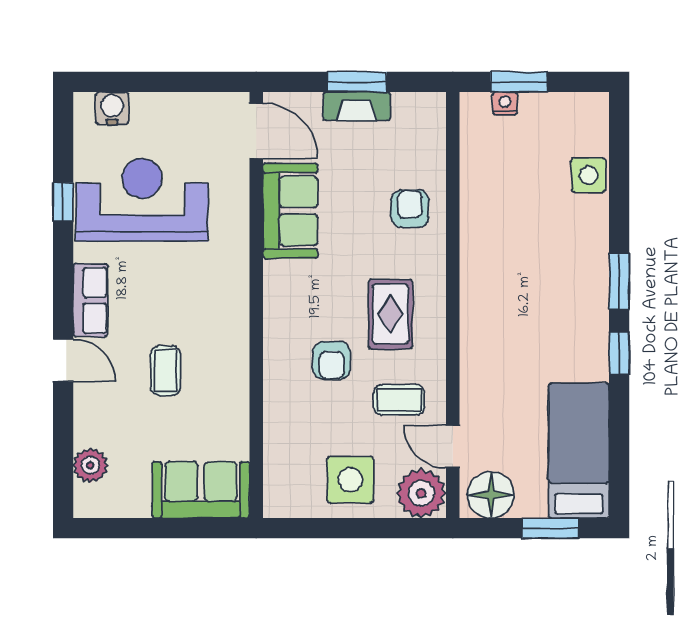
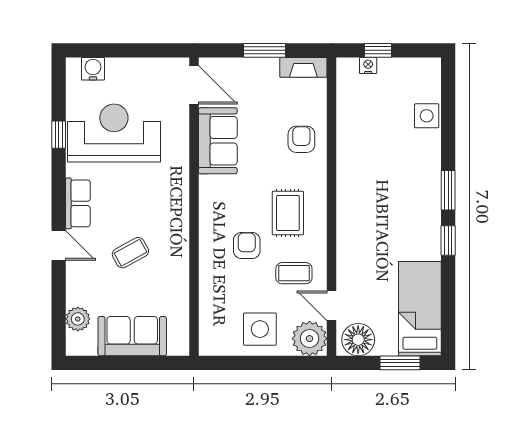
window: (519, 82) -> (378, 50), width x0.67
fireplace: (357, 106) -> (303, 67), moved
armchair: (332, 360) -> (247, 245), turned 180
coffee table: (166, 371) -> (130, 253), turned 61
sofa: (201, 490) -> (132, 336), moved

